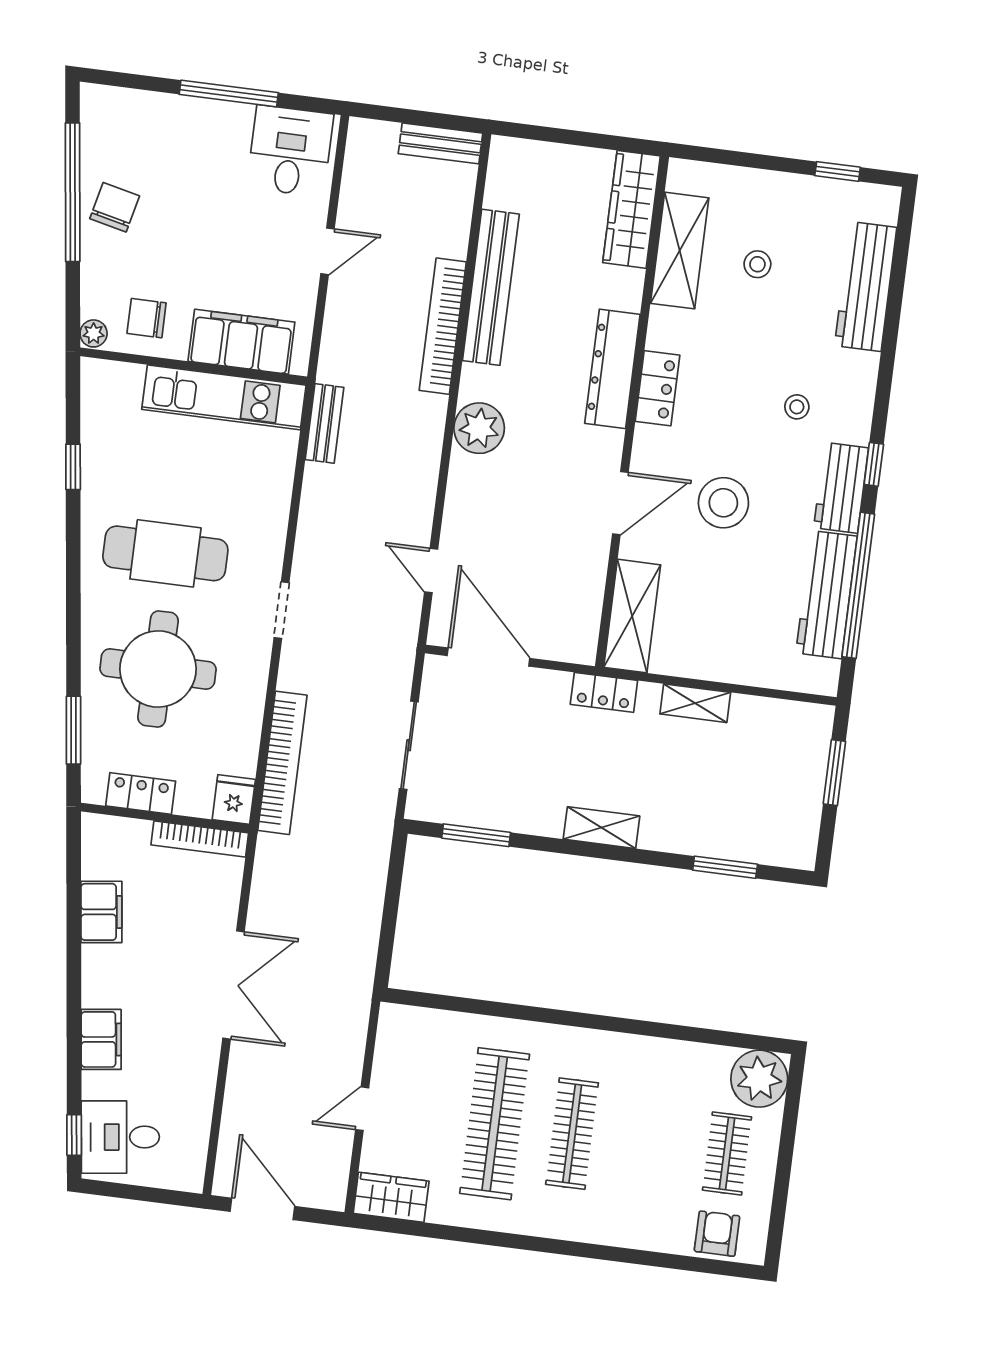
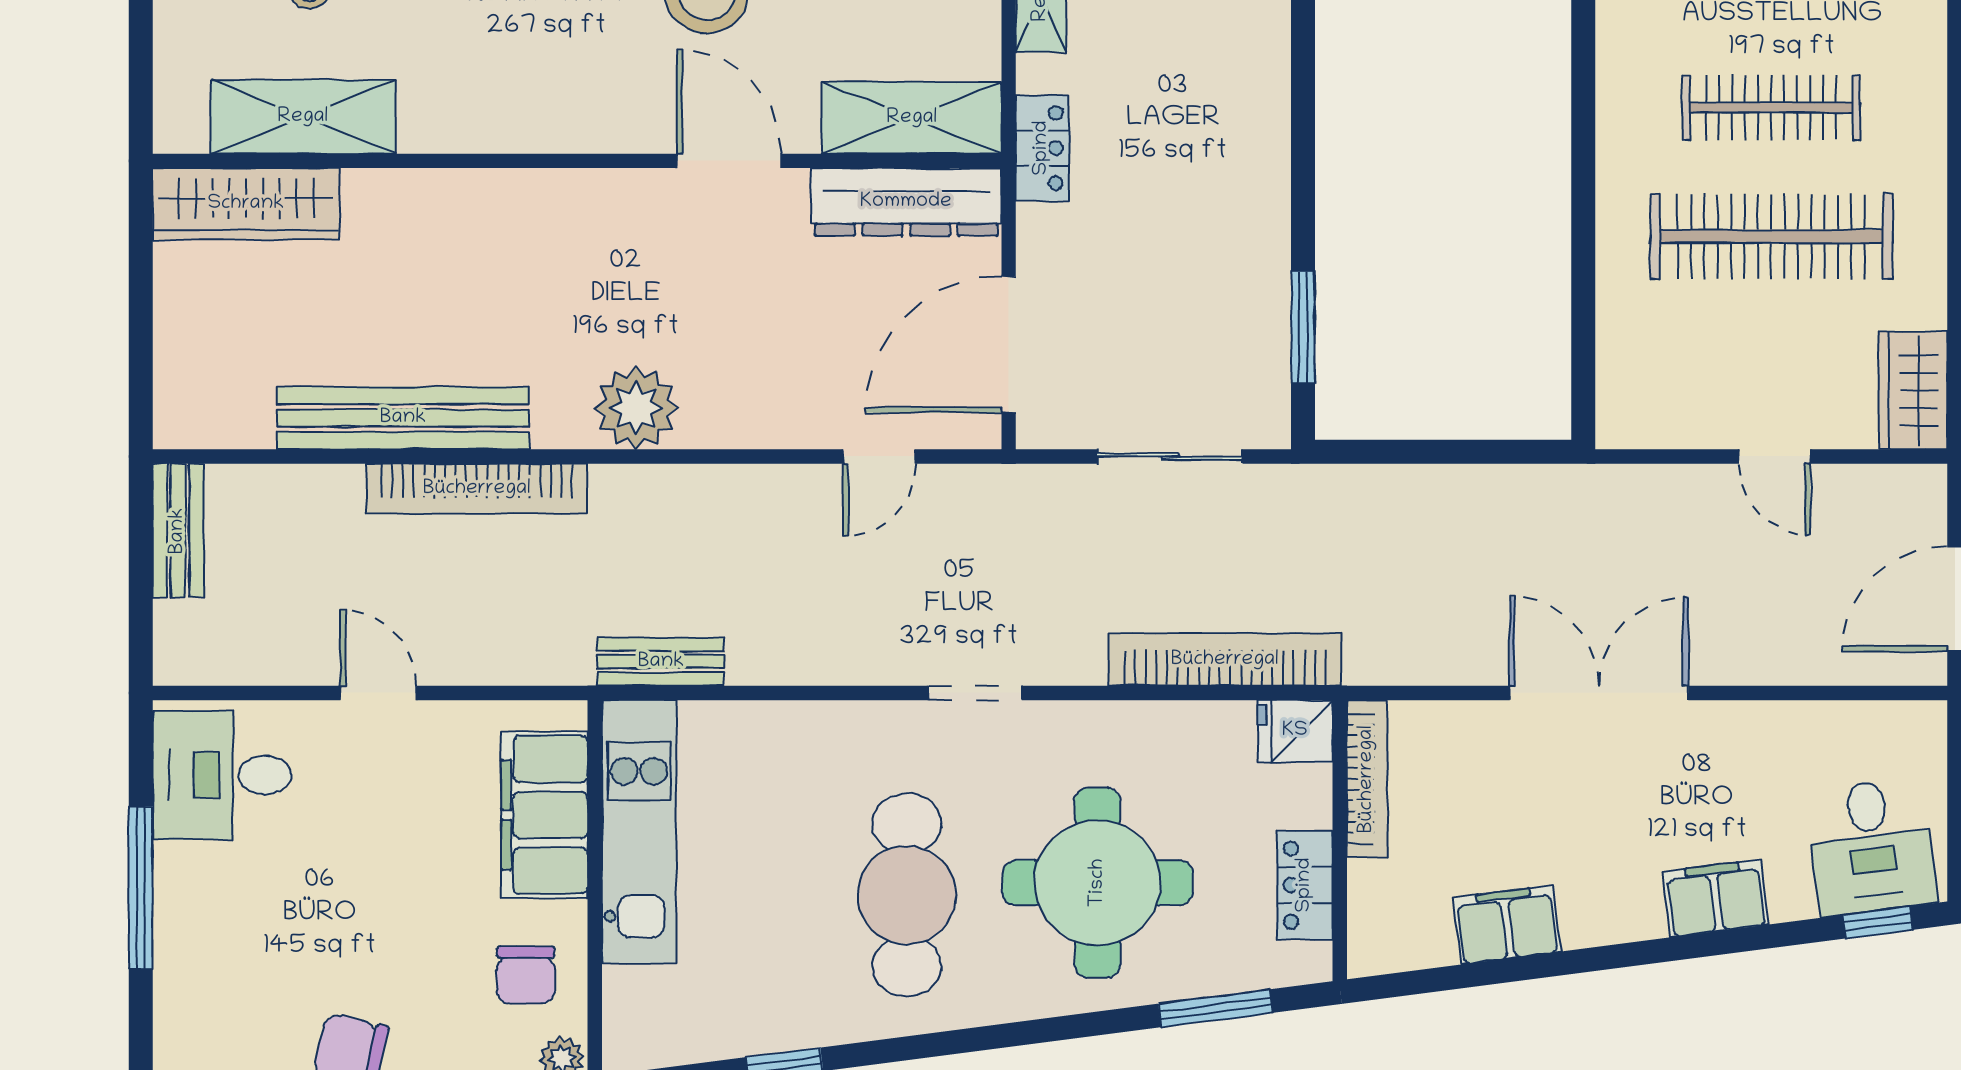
dresser: (612, 369) -> (906, 202), moved
locker: (658, 388) -> (533, 124), removed
shelving: (602, 828) -> (1264, 124), removed

